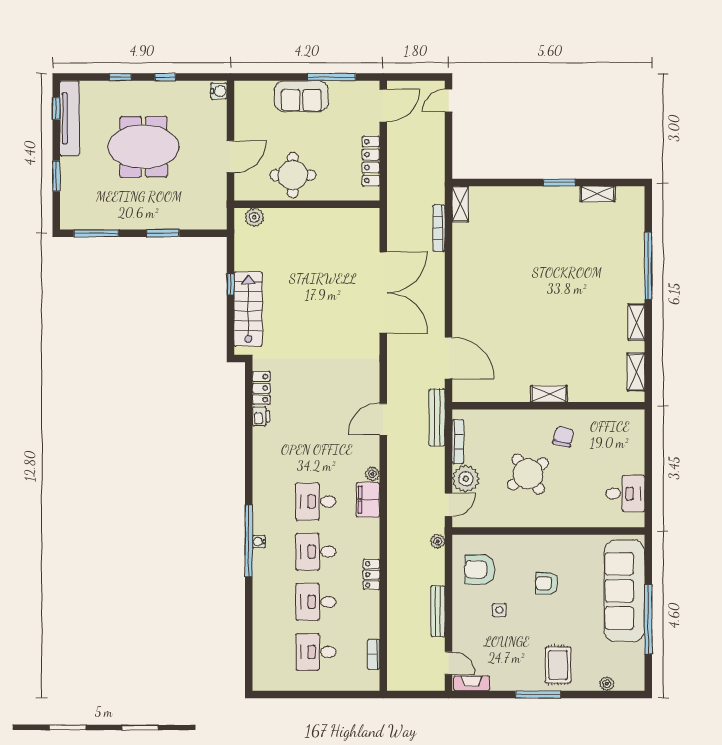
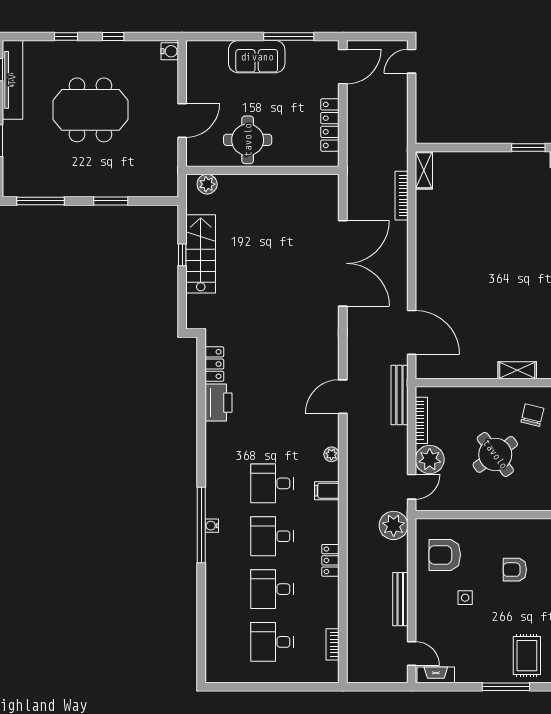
stairs: (248, 309) -> (201, 254), moved
printer: (261, 416) -> (218, 403), width x1.87, depth x1.48
filing cabinet: (368, 500) -> (327, 491), width x0.50
plant: (438, 541) -> (394, 525), width x1.88, depth x1.88

